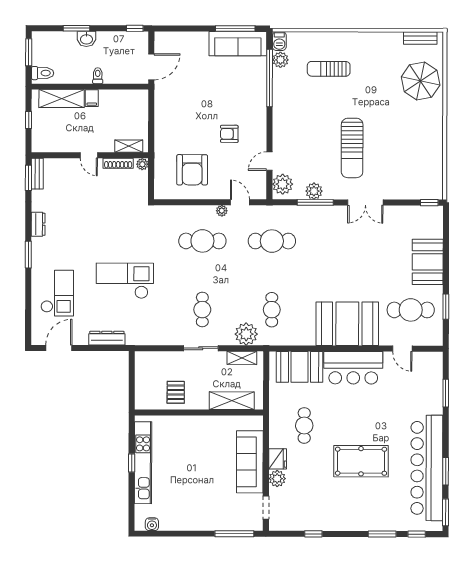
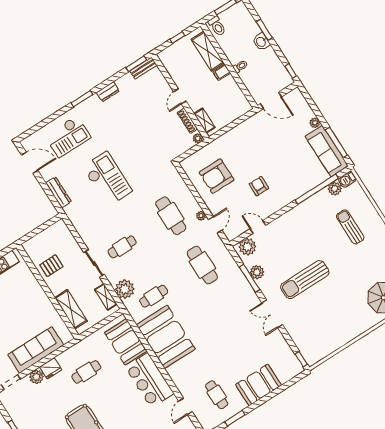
plant: (202, 37) -> (315, 123), added
cafe table: (411, 310) -> (217, 395), width x0.73, depth x0.74
booth: (347, 324) -> (166, 337), moved

